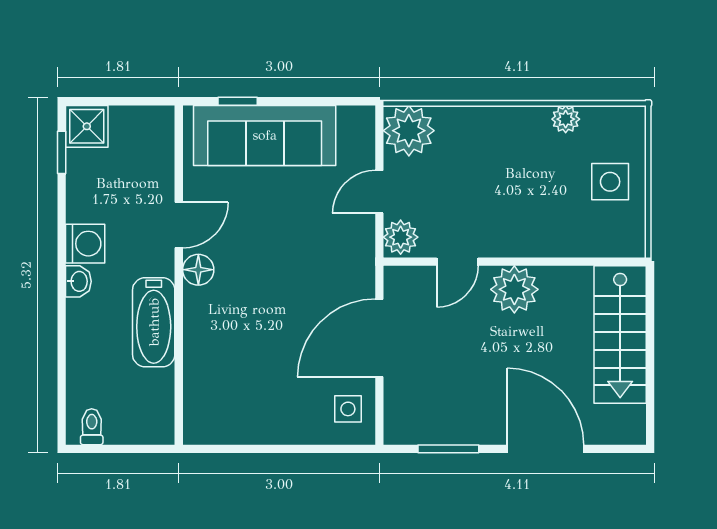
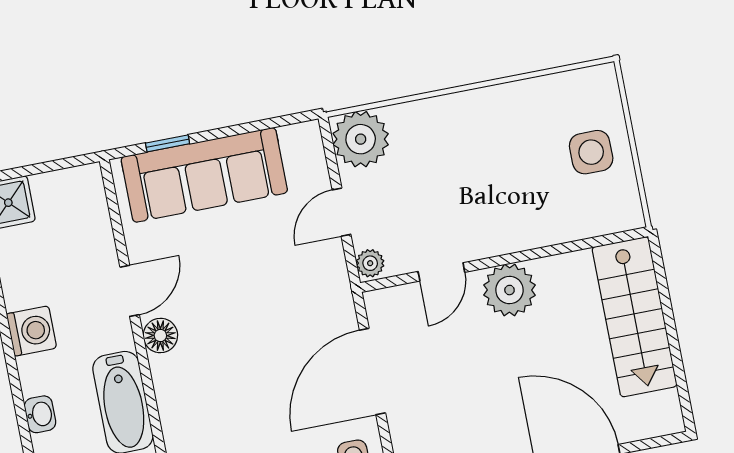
plant: (566, 119) -> (529, 93), removed
plant: (401, 237) -> (370, 263), width x0.73, depth x0.73
washbasin: (78, 281) -> (40, 414), moved

